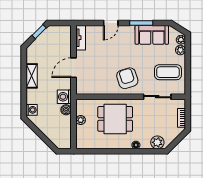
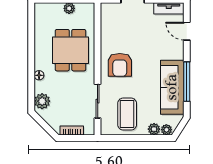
door: (111, 23) -> (187, 31), moved
window: (141, 23) -> (187, 82), width x1.44
sofa: (152, 35) -> (172, 87), width x1.36
armchair: (127, 78) -> (120, 65), turned 108

